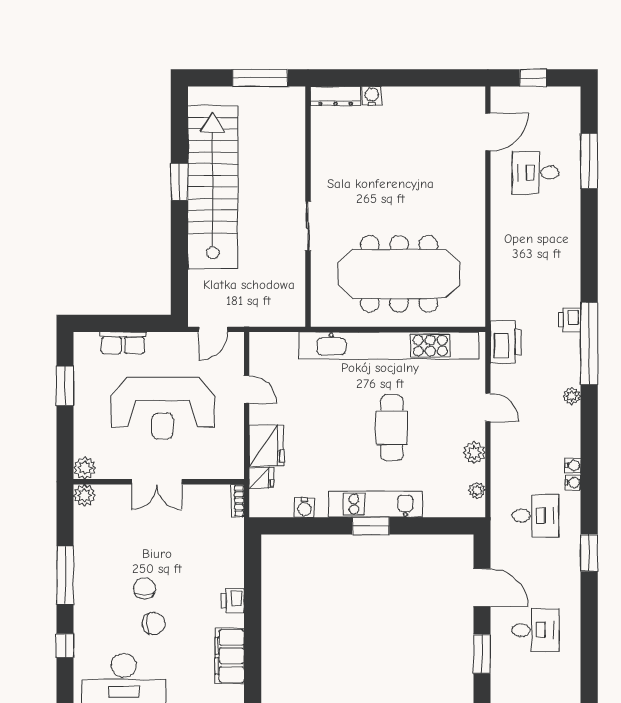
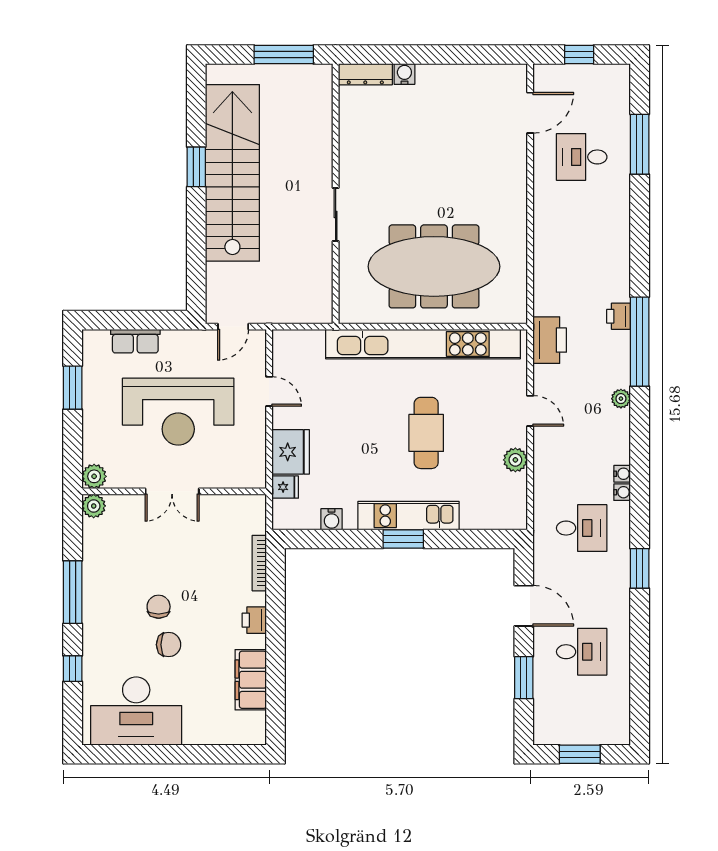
plant: (477, 490) -> (518, 501), removed
bookcase: (238, 501) -> (259, 563), moved, width x1.56

